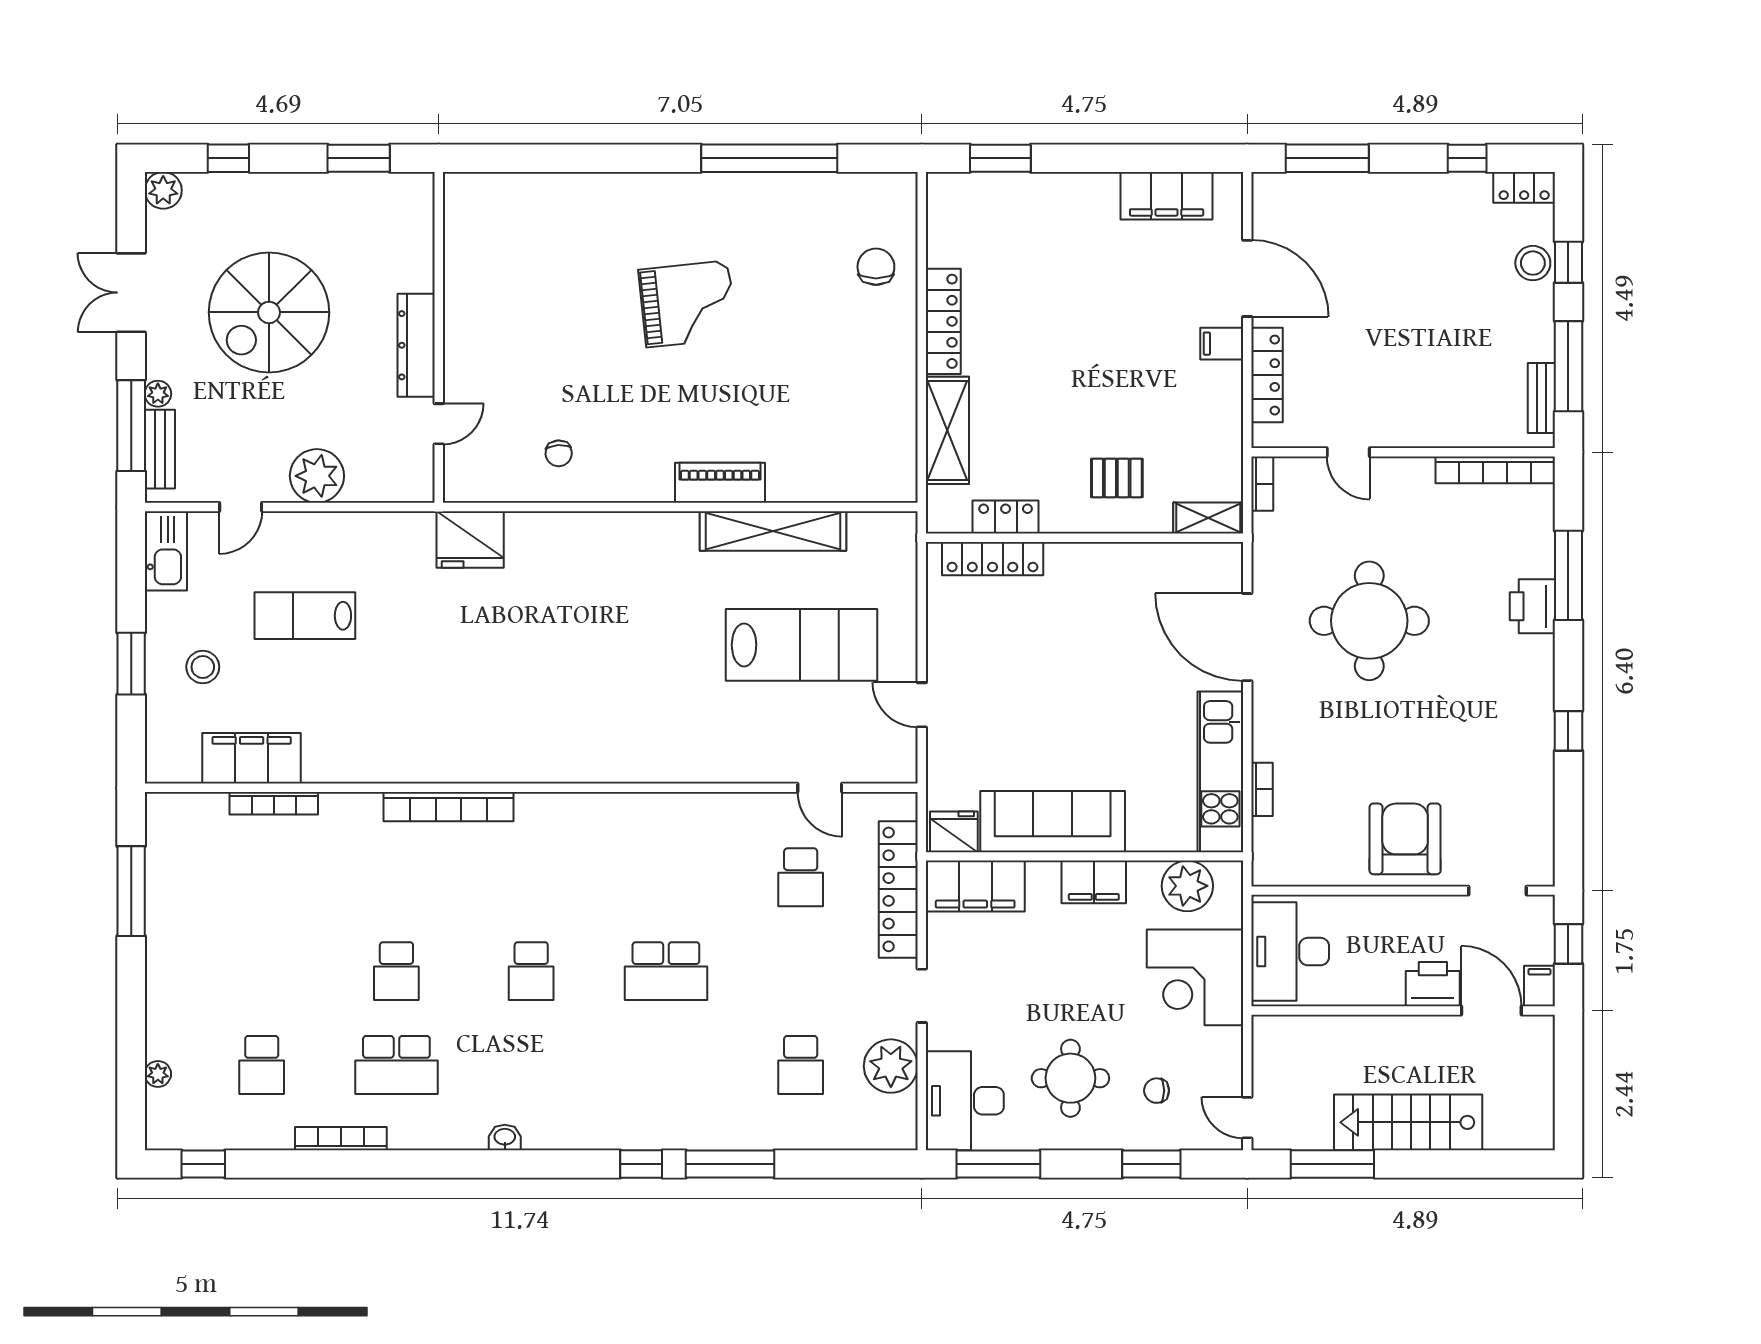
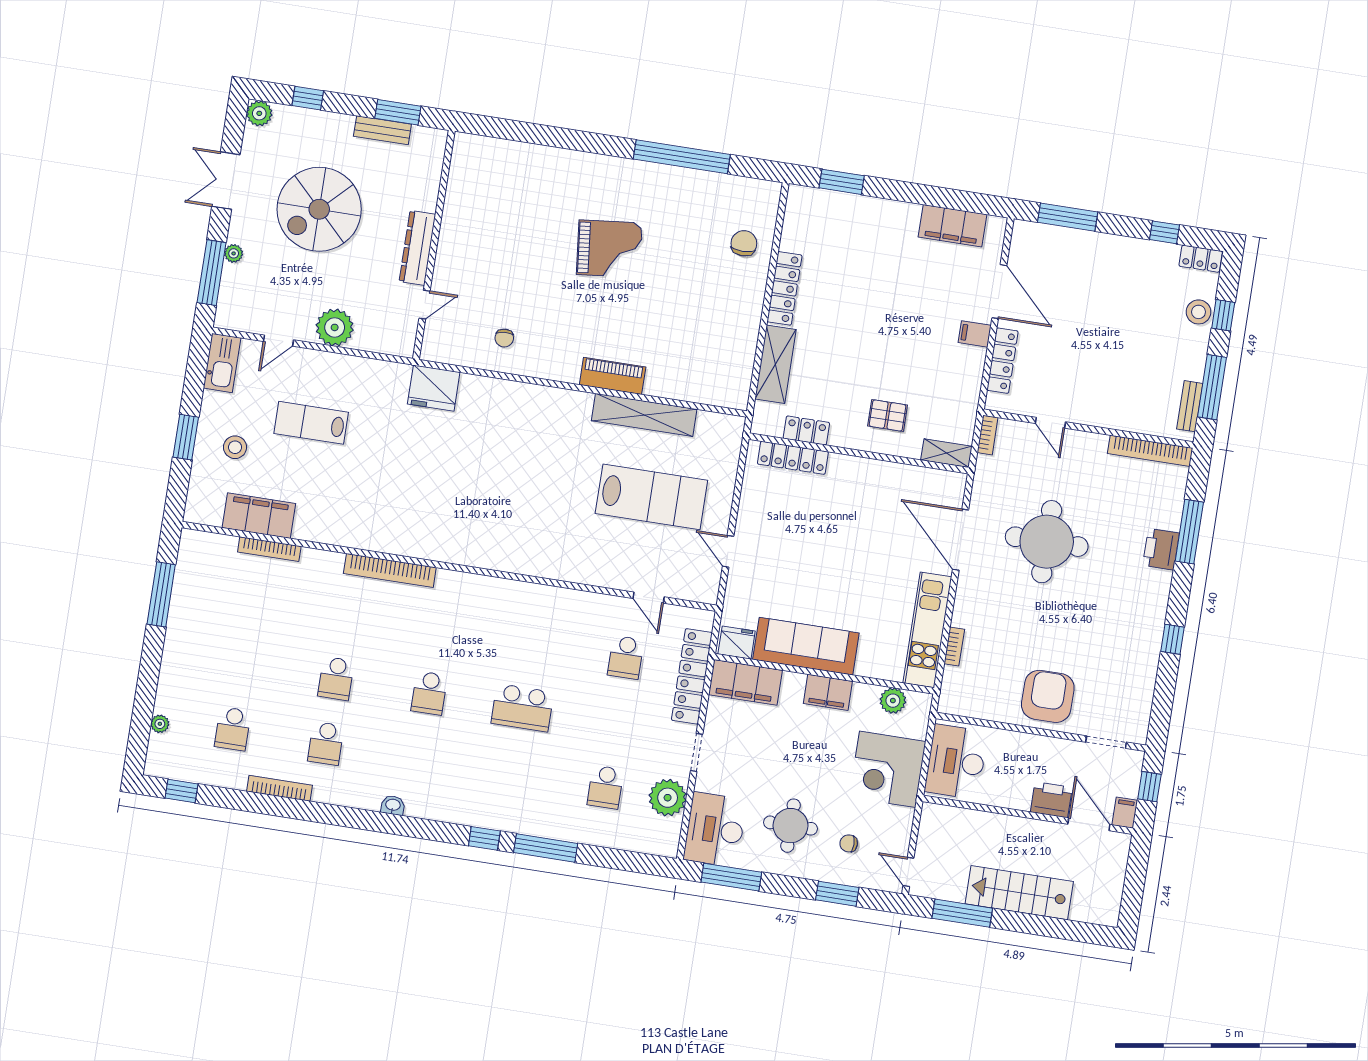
bench: (160, 449) -> (382, 130), moved, turned 90
plant: (1187, 886) -> (893, 701), width x0.73, depth x0.73
school desk: (396, 1065) -> (326, 743), width x0.54

